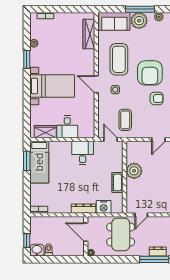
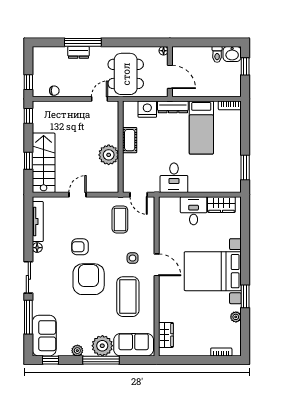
wardrobe: (89, 34) -> (166, 335), width x0.67
bed with nightstands: (52, 86) -> (213, 271), width x1.36
bed: (39, 162) -> (201, 127), moved, turned 180

